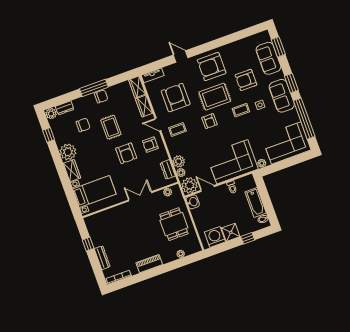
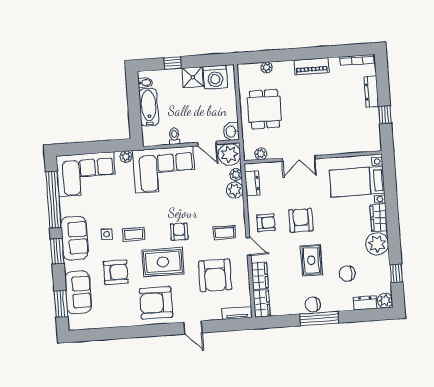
armchair: (212, 67) -> (156, 303), turned 180

